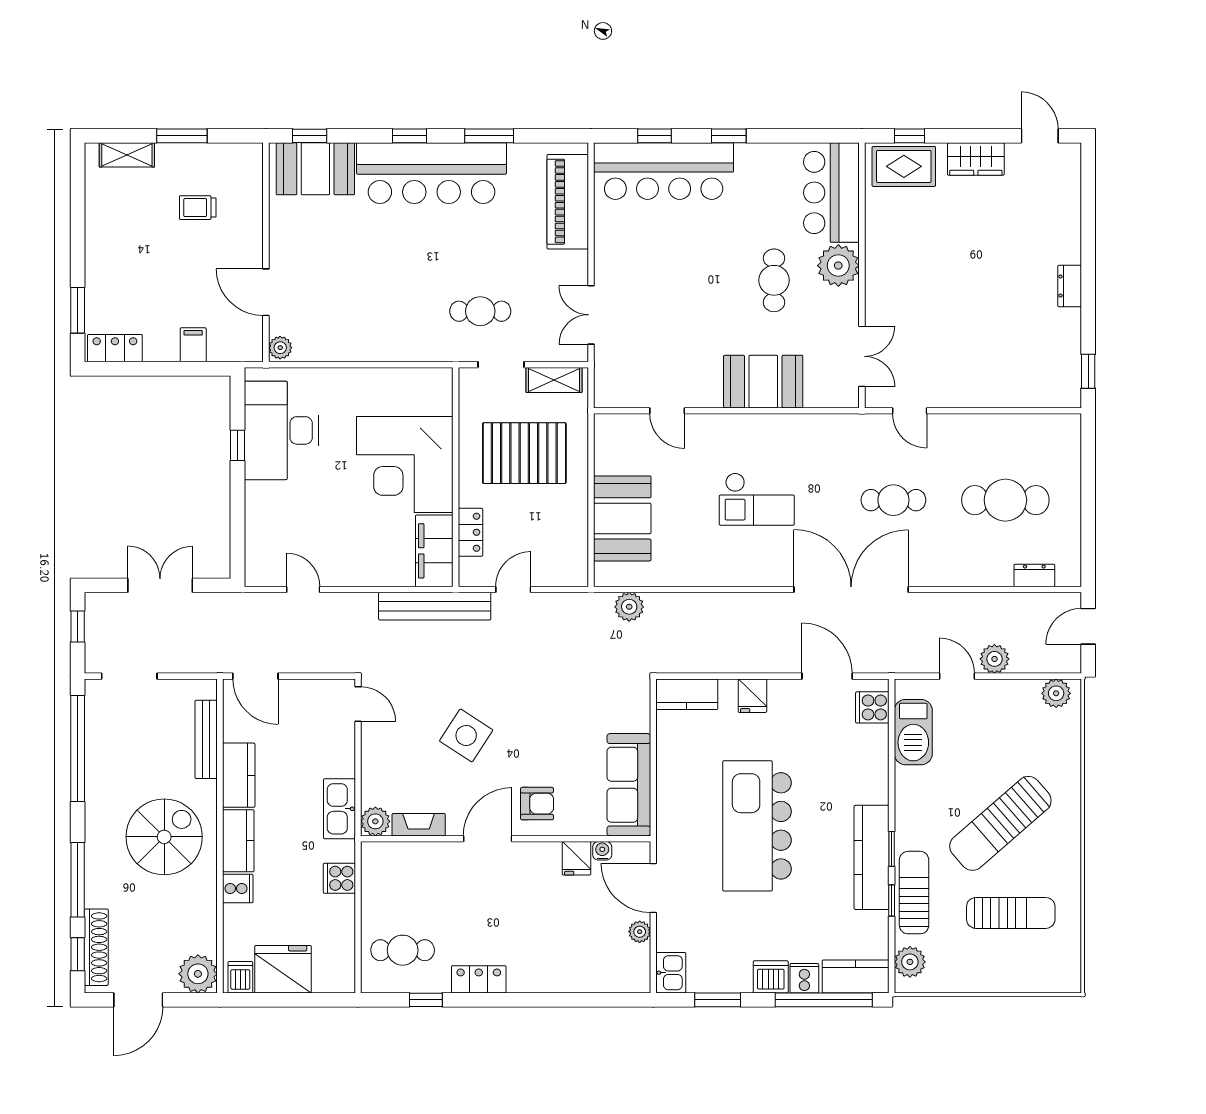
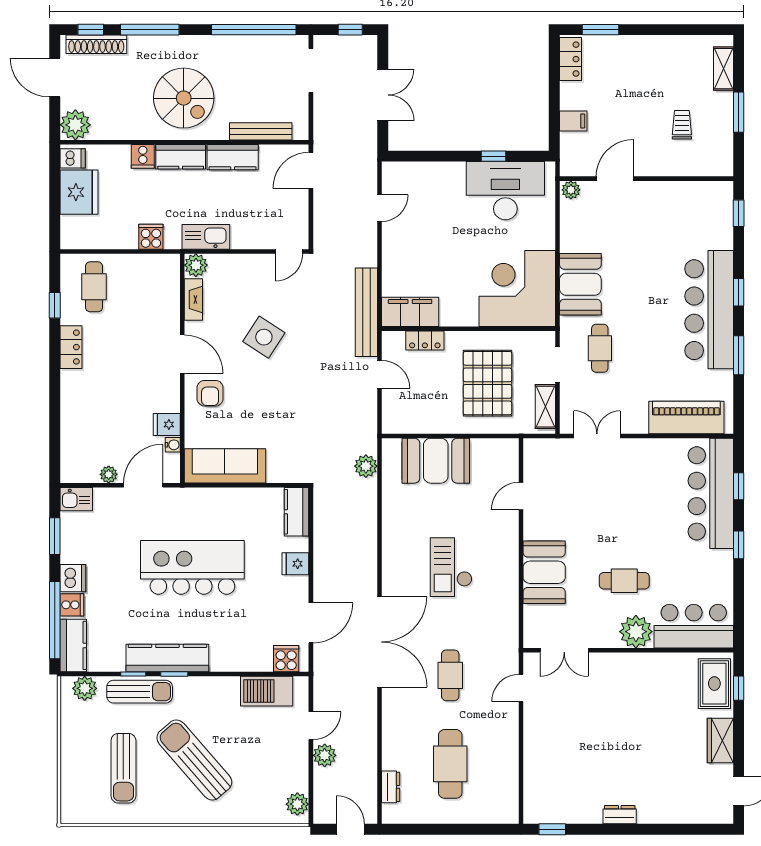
booth: (315, 169) -> (580, 284), moved
corner desk: (405, 465) -> (517, 288), moved

